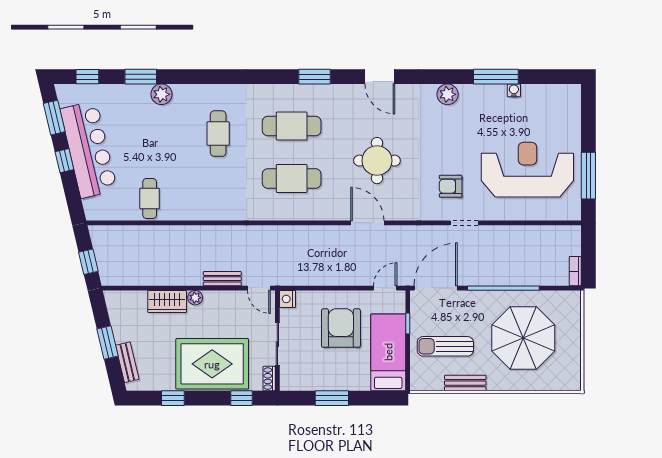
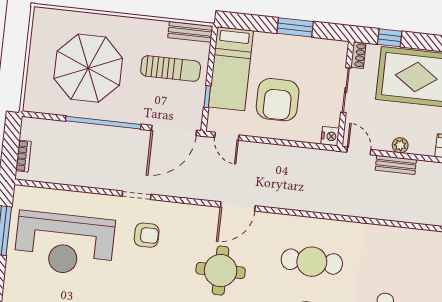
door: (367, 223) -> (238, 206), hinge flipped
bookcase: (575, 271) -> (23, 156), moved
door: (385, 288) -> (227, 136), hinge flipped
plant: (195, 298) -> (400, 145), moved
bench: (465, 383) -> (190, 32), moved

